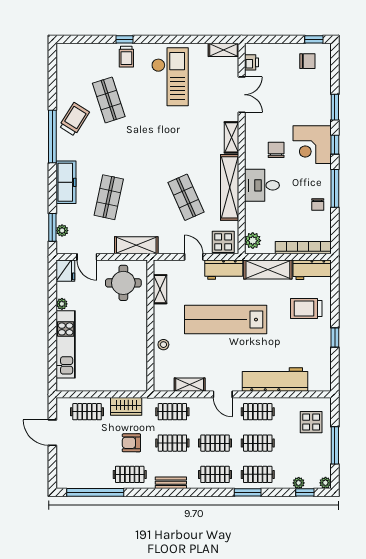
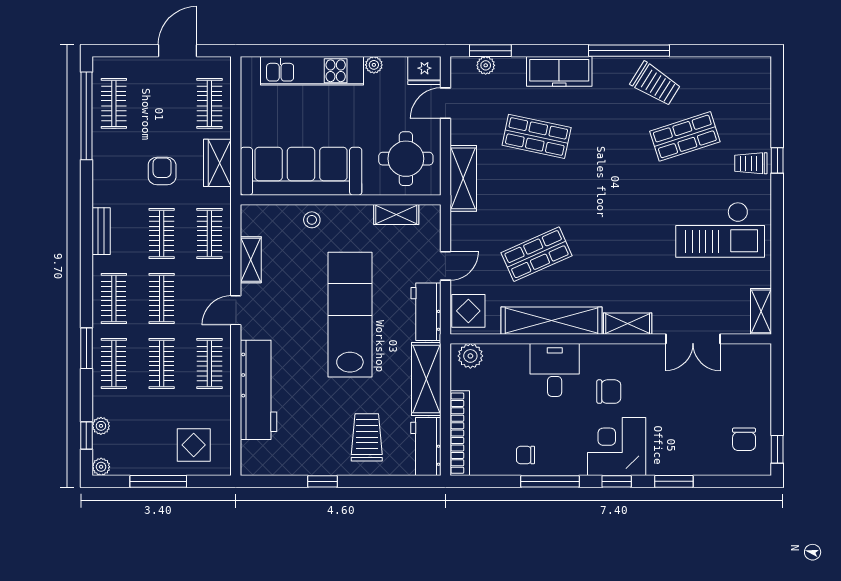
printer: (251, 62) -> (742, 354), removed
sofa: (132, 352) -> (301, 171), added
clothes rail: (130, 474) -> (114, 103), moved

